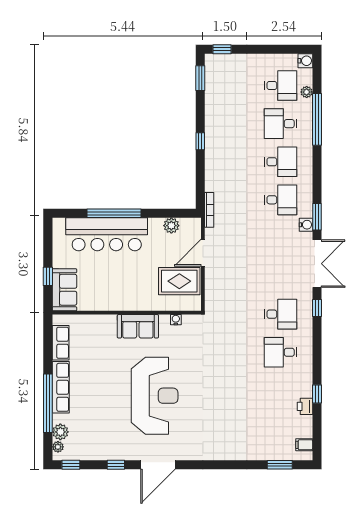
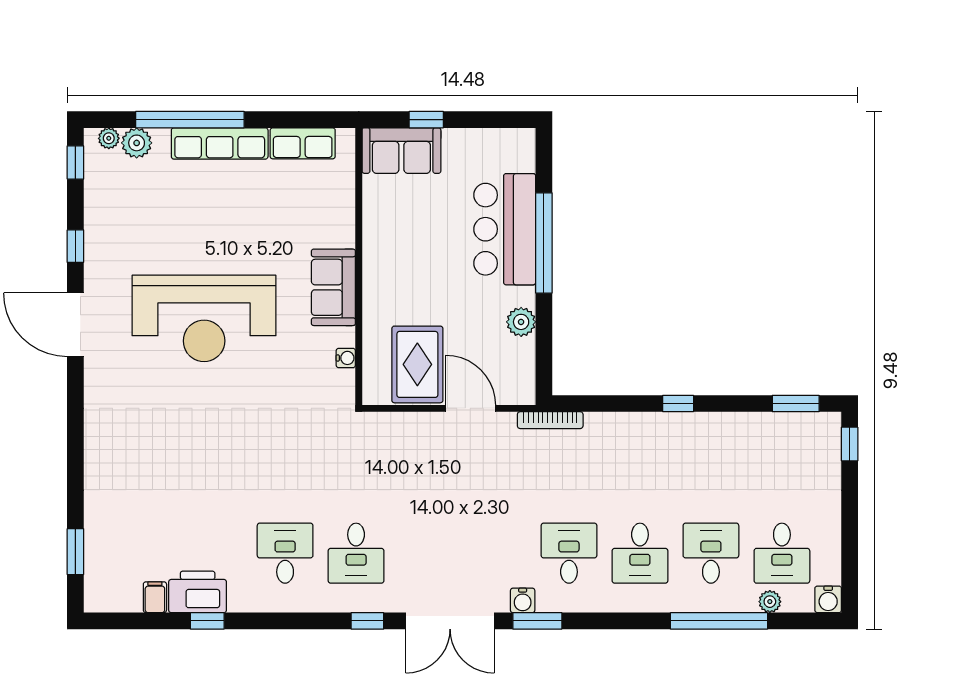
desk: (281, 200) -> (569, 553), turned 180
plant: (171, 226) -> (521, 322), moved
bar counter: (107, 234) -> (505, 229), width x0.73
printer: (305, 406) -> (198, 592), width x1.87, depth x1.48
filing cabinet: (304, 445) -> (155, 597), moved

